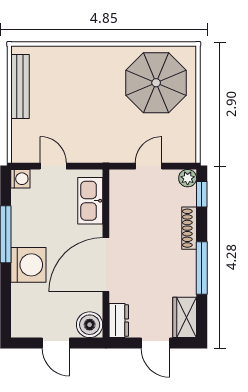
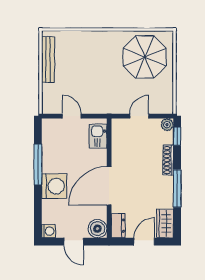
washing machine: (20, 179) -> (48, 231), moved
kitchen sink: (90, 201) -> (98, 136), width x0.73
door: (155, 343) -> (144, 242), swing flipped

